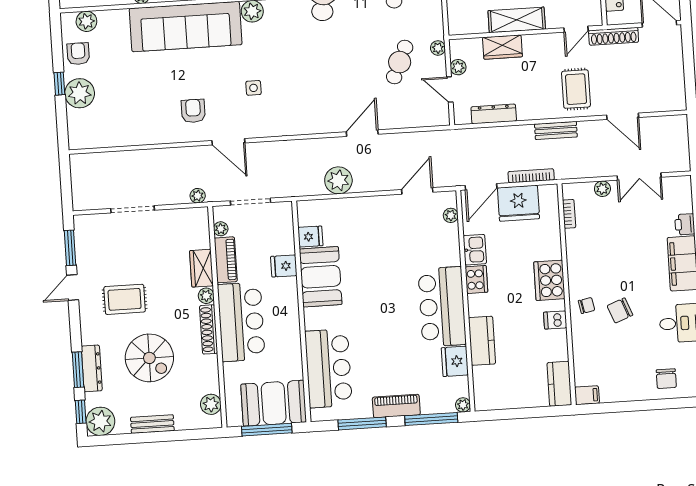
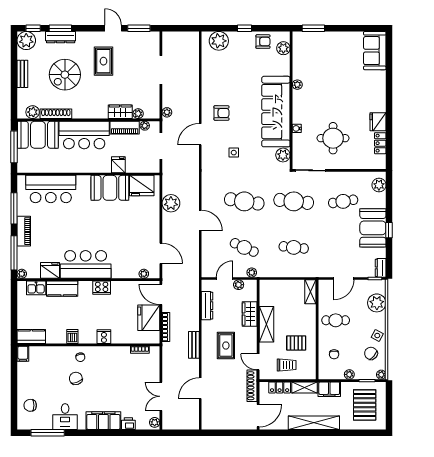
cafe table: (328, 67) -> (244, 201), added
rug: (576, 89) -> (226, 346), moved, turned 90
plant: (80, 93) -> (219, 41), moved
plant: (602, 189) -> (155, 422), moved
fridge: (310, 237) -> (142, 186), width x1.88, depth x1.34
kitchen sink: (475, 250) -> (36, 288), moved
cooker: (549, 280) -> (104, 337), width x0.53, depth x0.76
plant: (206, 296) -> (138, 114), moved
shoe rack: (209, 329) -> (56, 114), moved
booth: (274, 403) -> (38, 135), moved, turned 90

